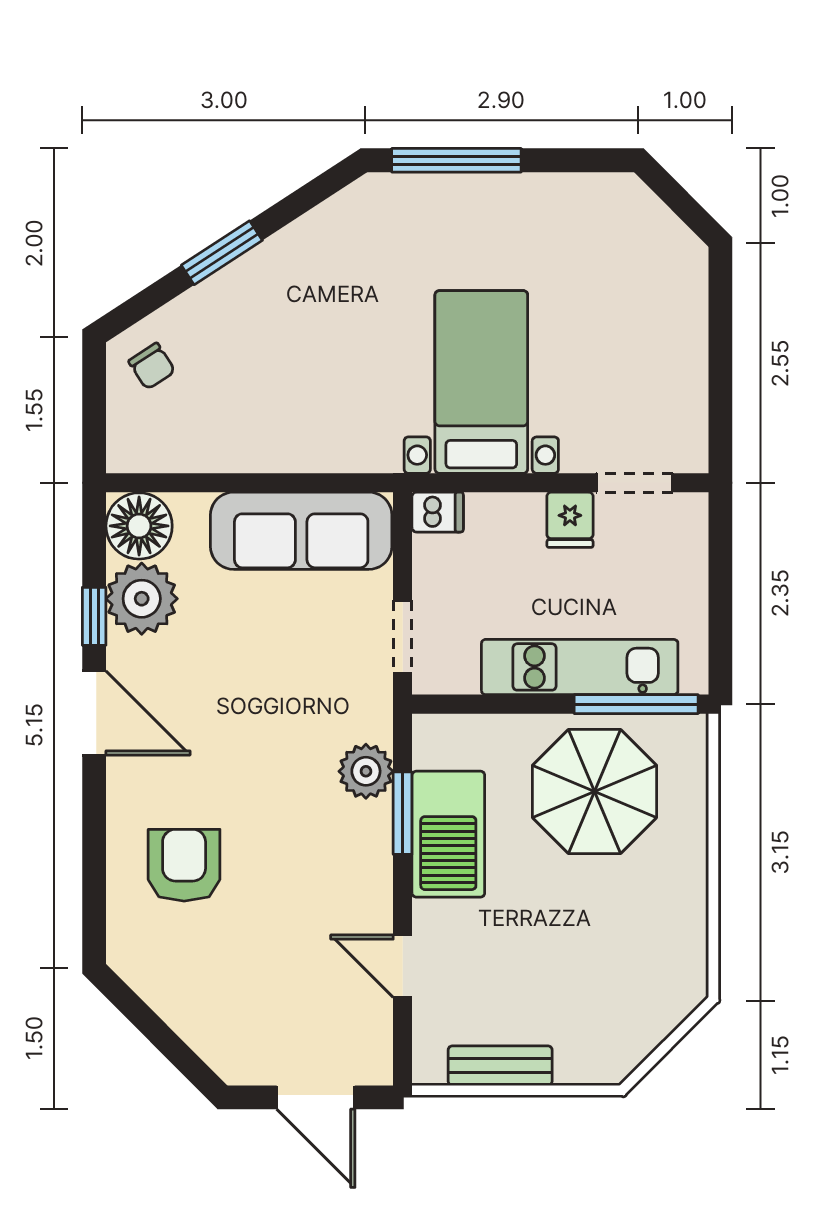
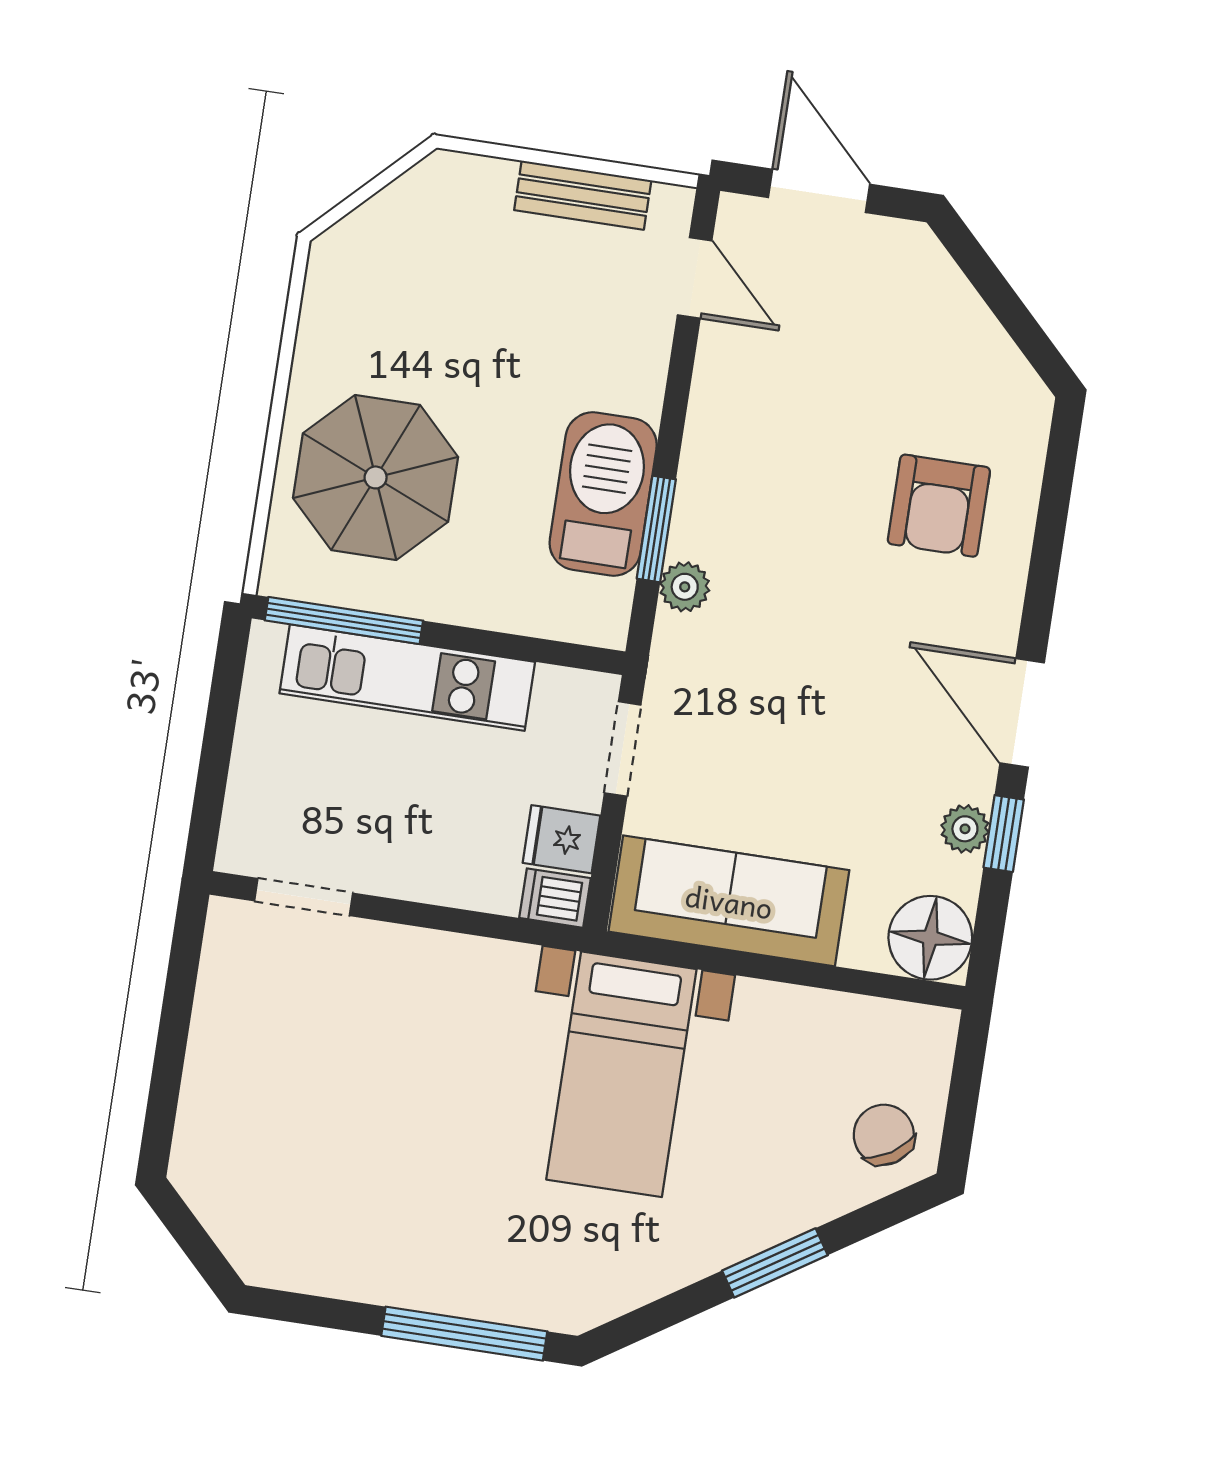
chair: (152, 366) -> (884, 1135), width x1.37, depth x1.37
bed with nightstands: (481, 382) -> (621, 1074), moved
fridge: (570, 520) -> (562, 839), moved, turned -90
plant: (142, 599) -> (965, 829), width x0.53, depth x0.53
plant: (366, 771) -> (685, 587), width x0.73, depth x0.73
parasol: (595, 791) -> (376, 477), moved
door: (403, 966) -> (695, 278), moved

